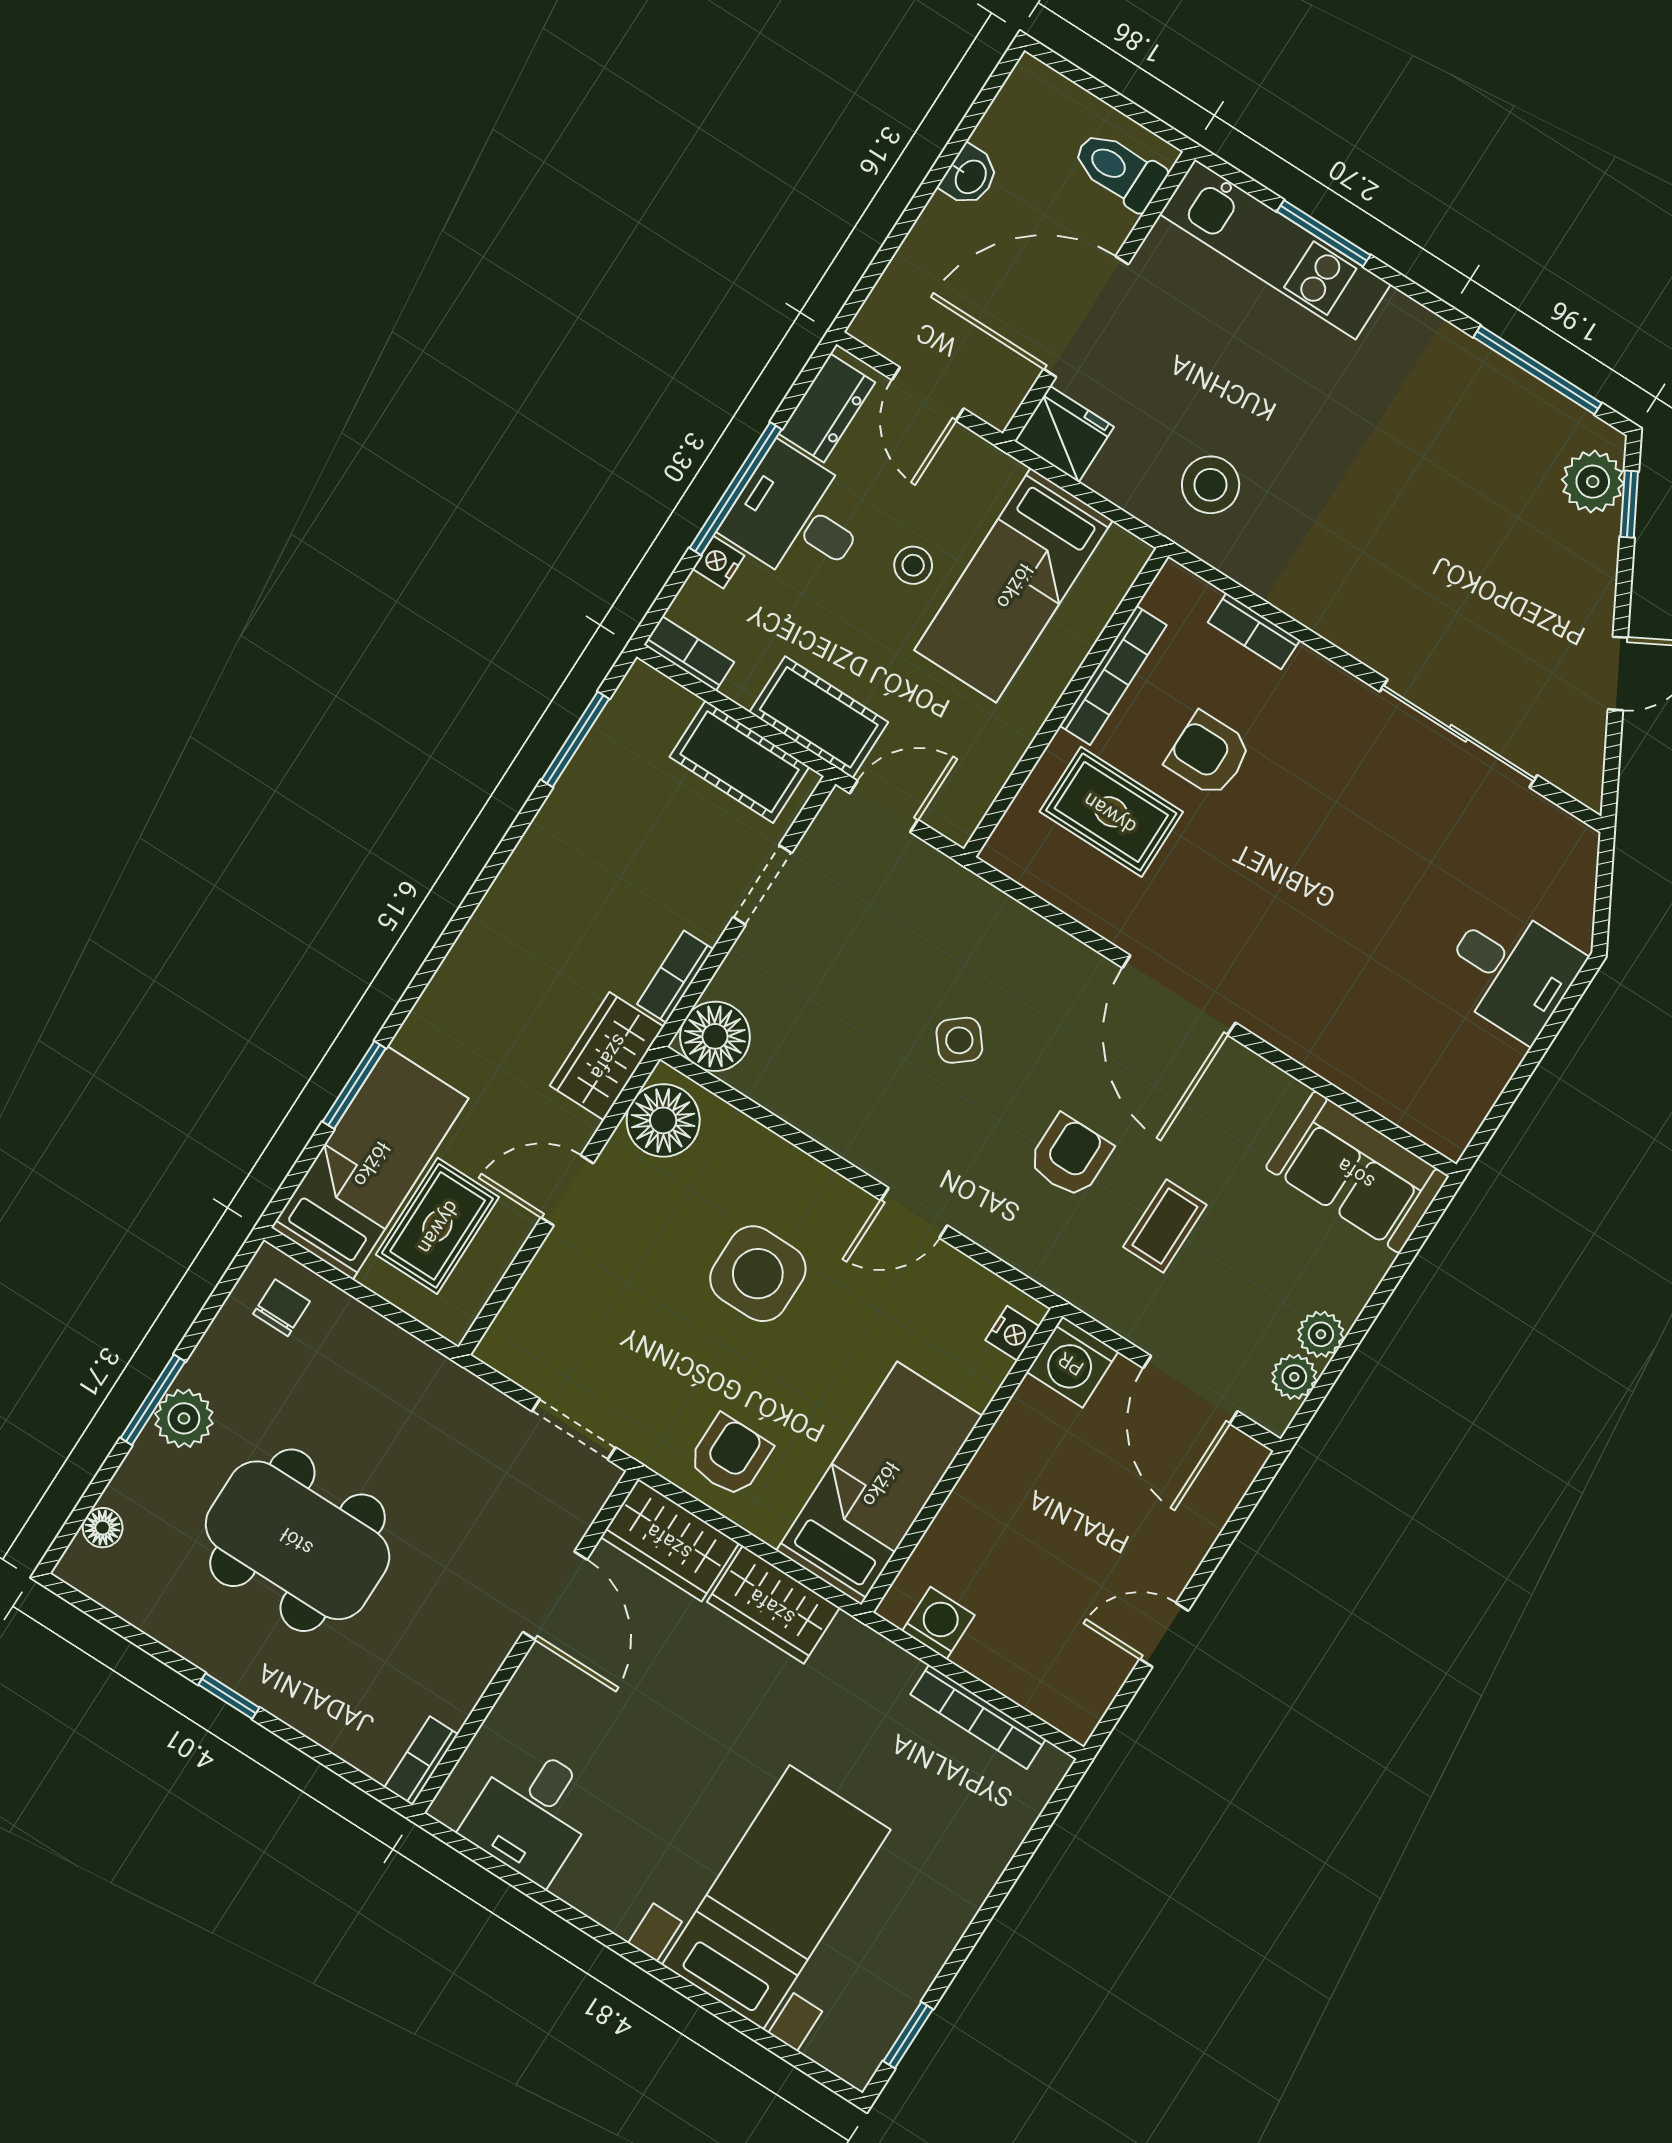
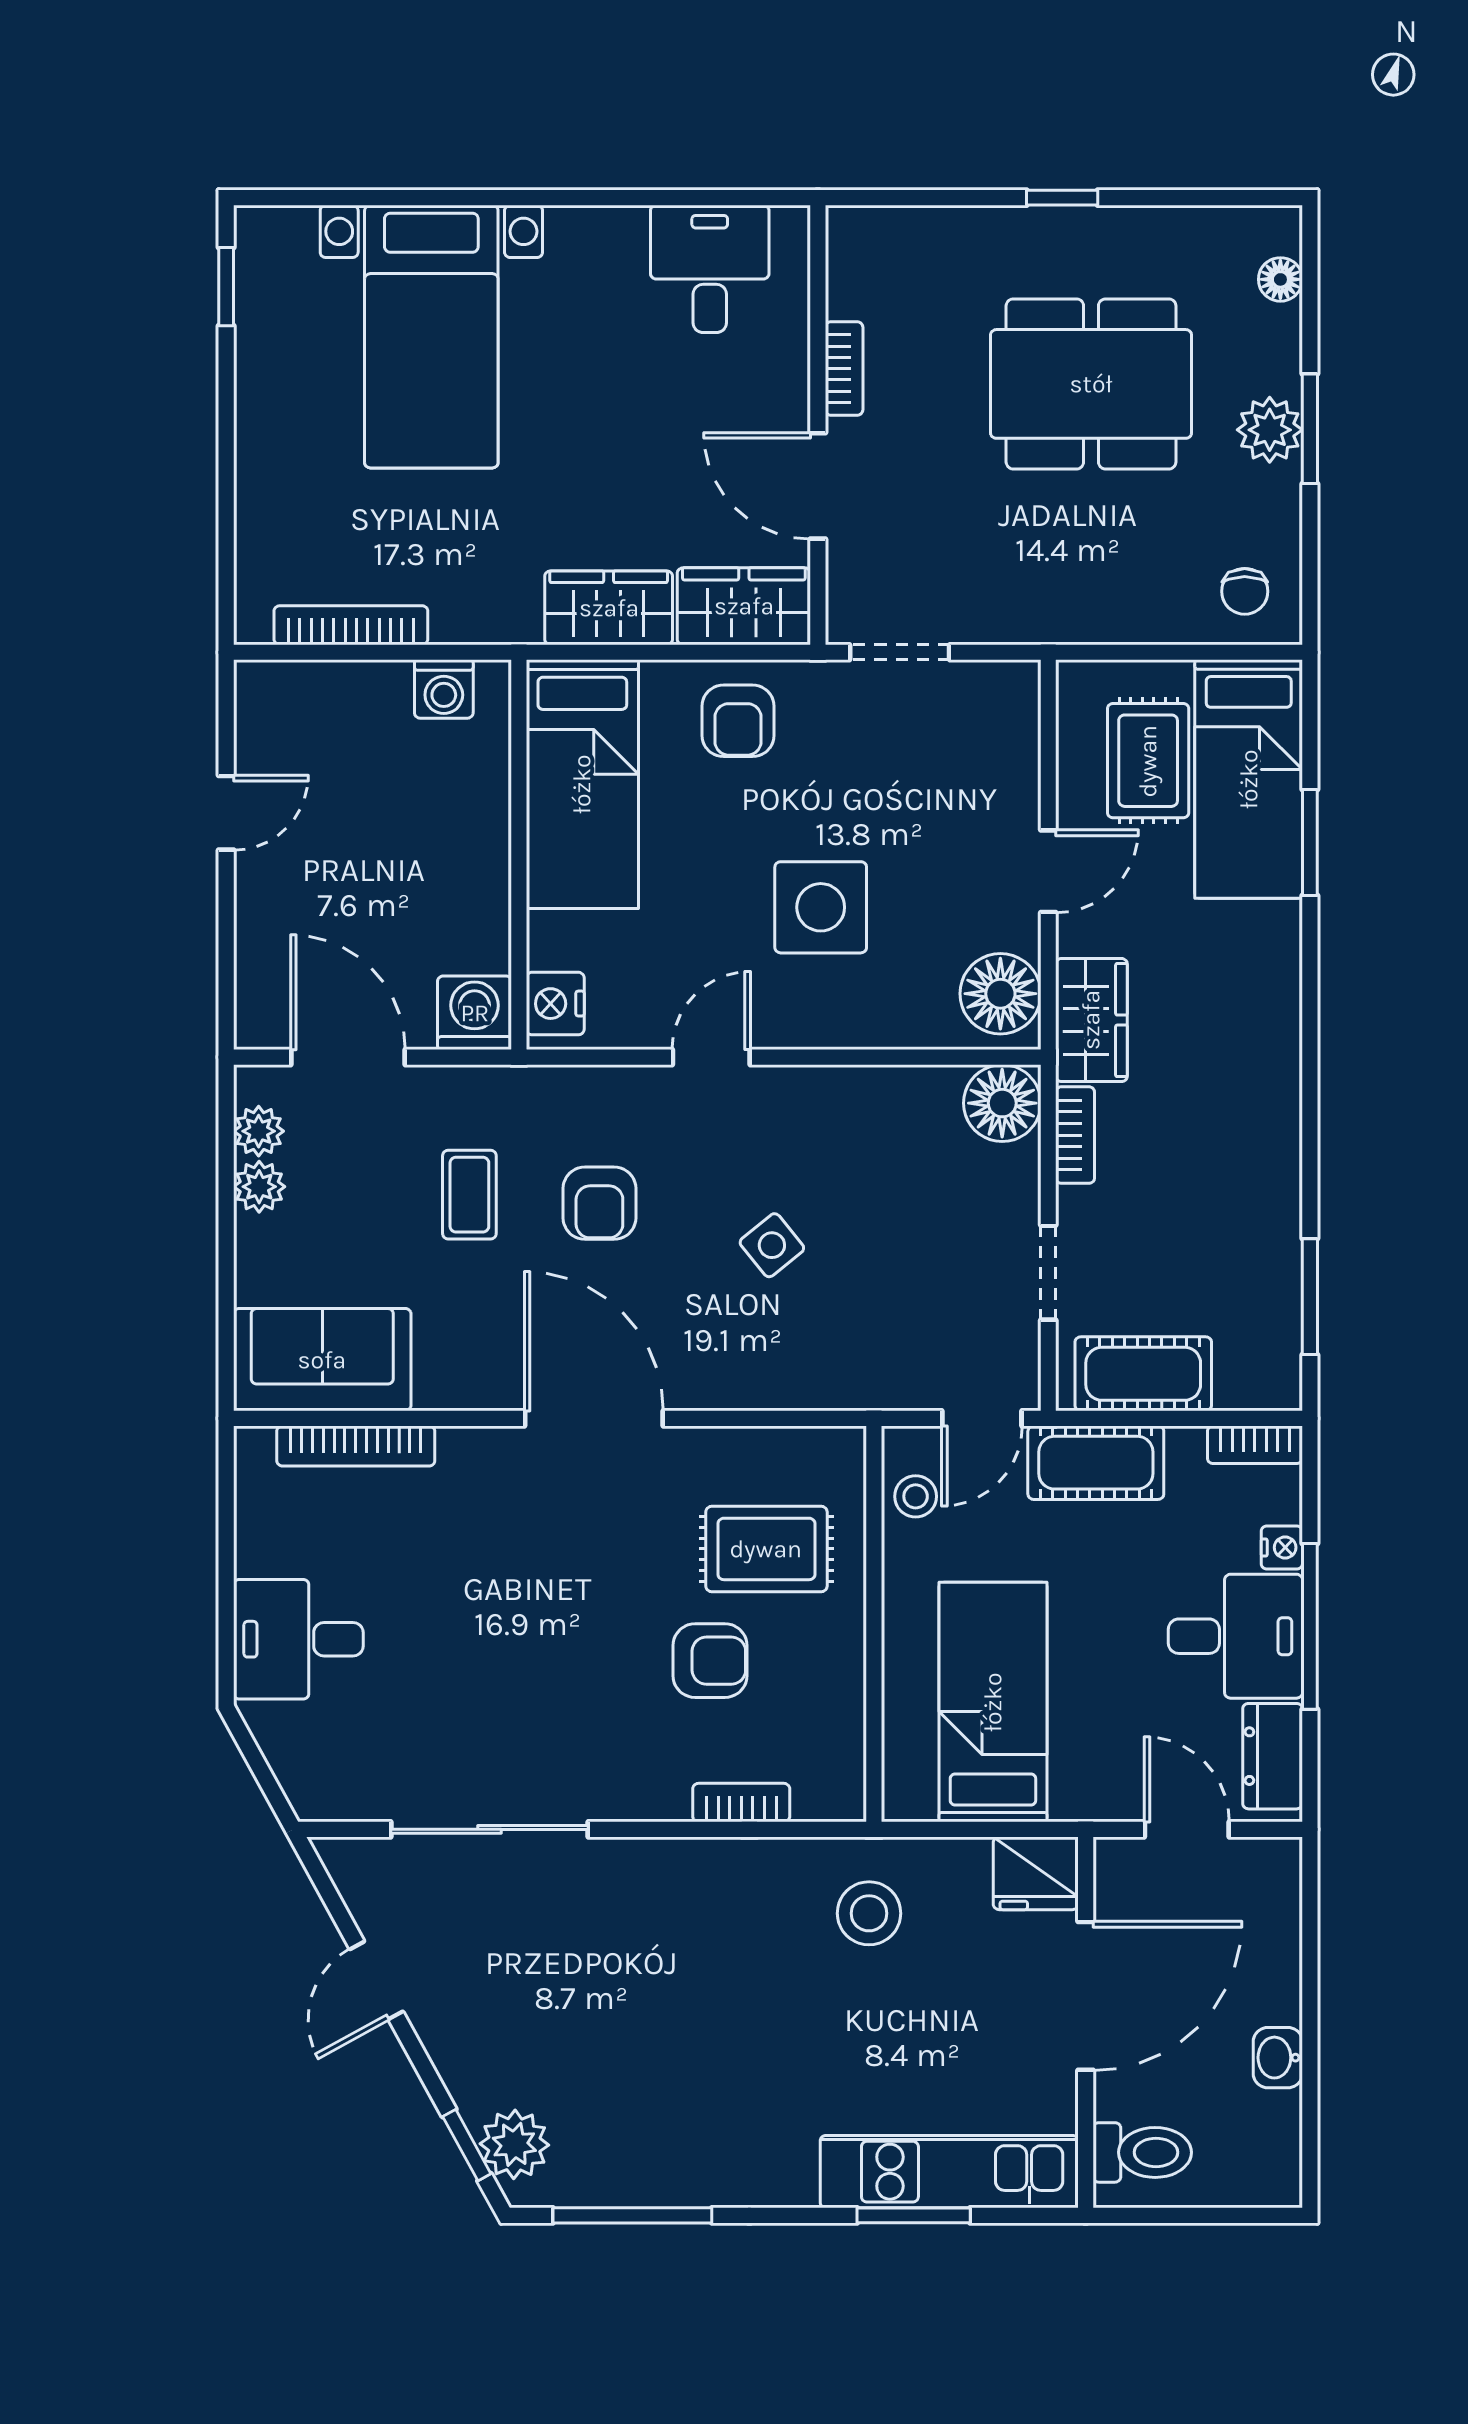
stool: (913, 565) -> (916, 1496), moved
bookcase: (1113, 675) -> (356, 1446), moved, turned -90
nightstand: (1012, 1333) -> (555, 1004), width x1.39, depth x1.35
bookcase: (421, 1761) -> (844, 369), moved

